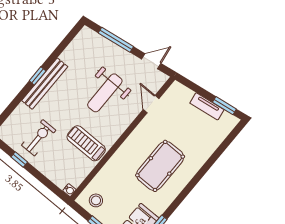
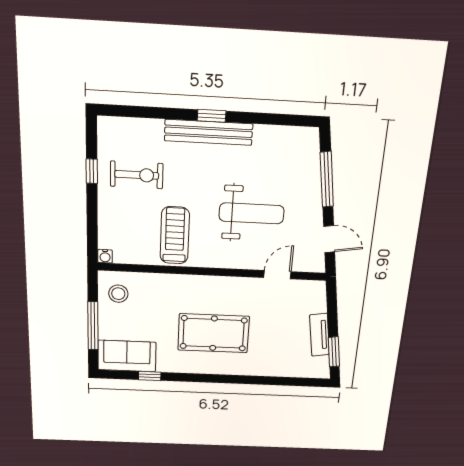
weight bench: (105, 93) -> (252, 213), turned 180

